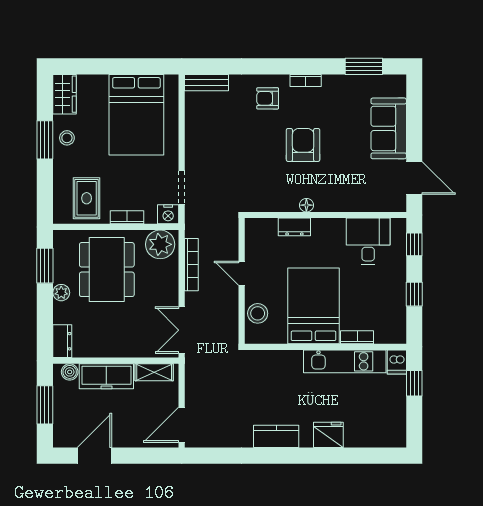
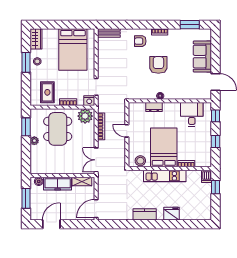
stool: (258, 313) -> (140, 161), moved
dresser: (62, 341) -> (35, 166), removed
kitchen unit: (345, 361) -> (165, 176), moved

